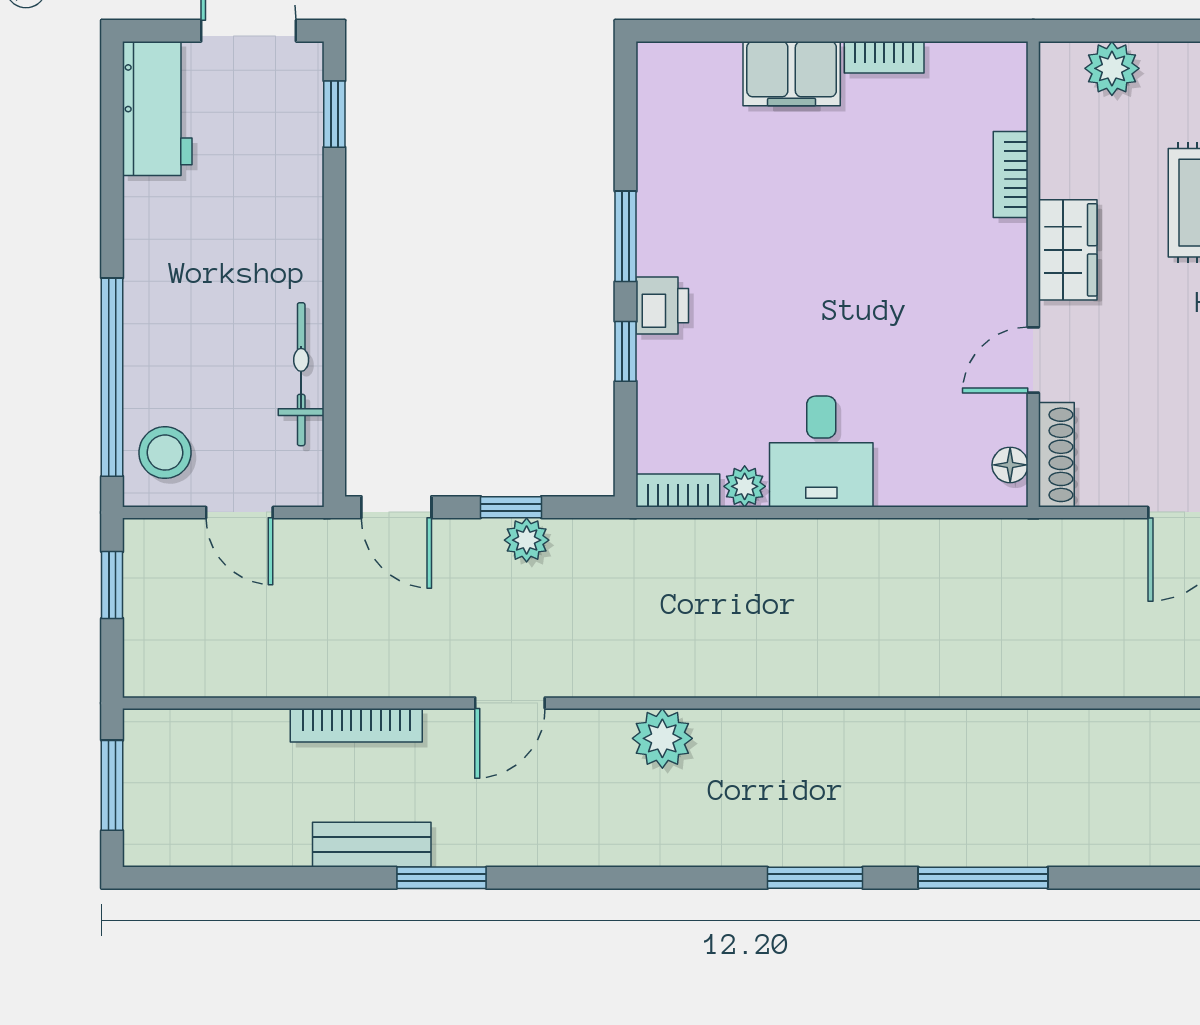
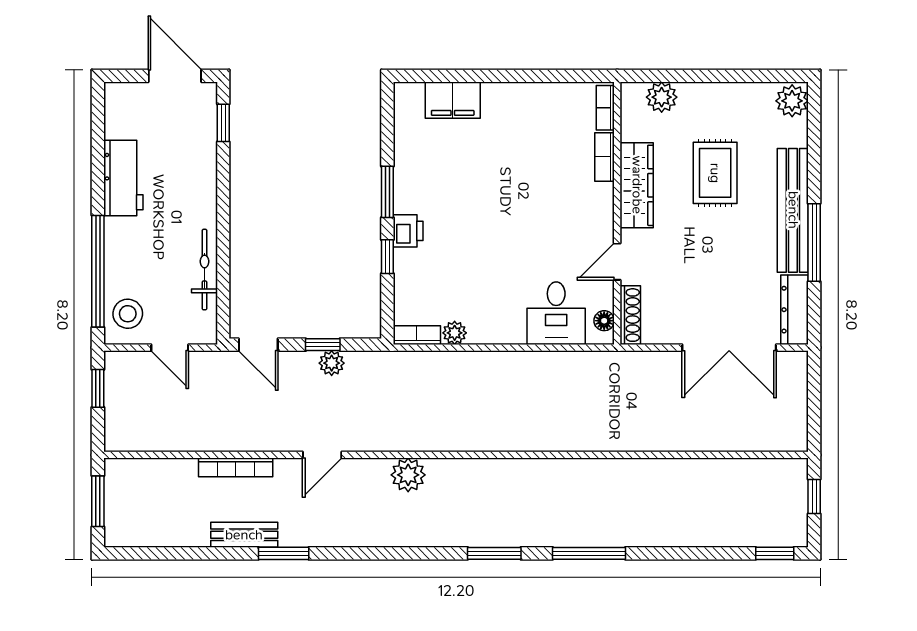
bookcase: (884, 57) -> (605, 108), moved, turned 90
filing cabinet: (792, 74) -> (453, 100), moved
workbench: (157, 108) -> (123, 178), moved
wardrobe: (1068, 250) -> (637, 185), width x1.50
desk: (821, 452) -> (556, 313), moved

